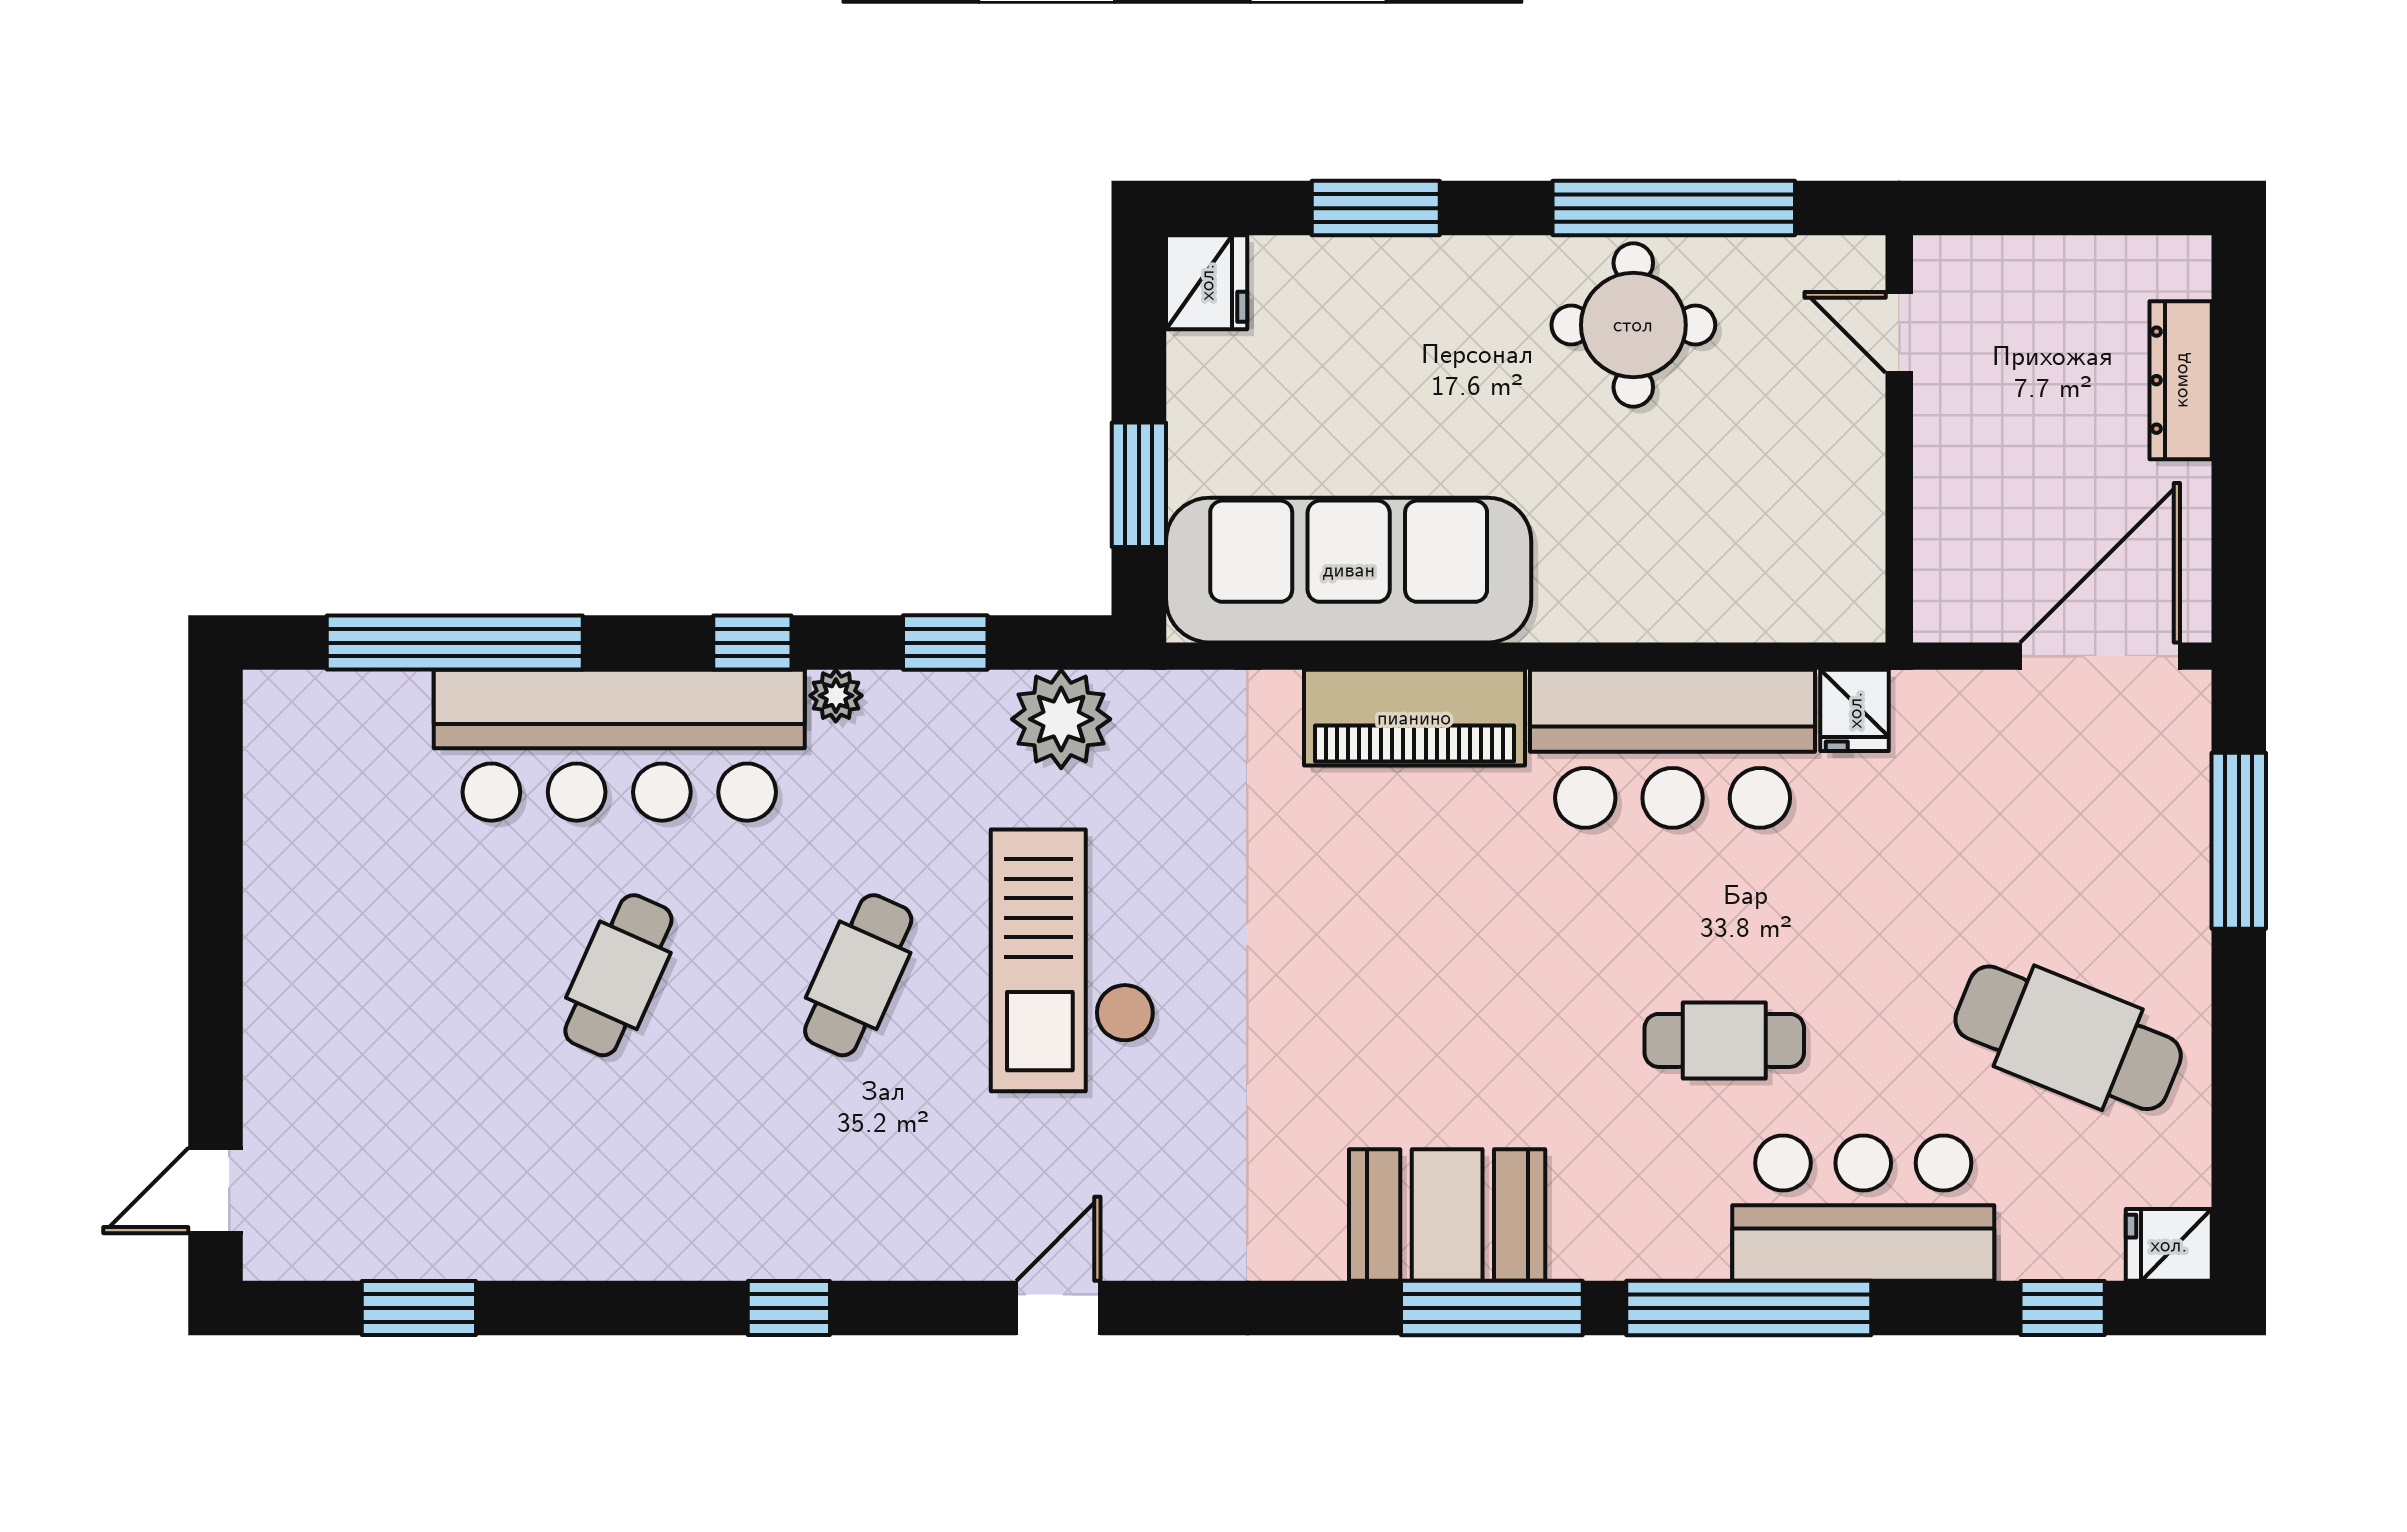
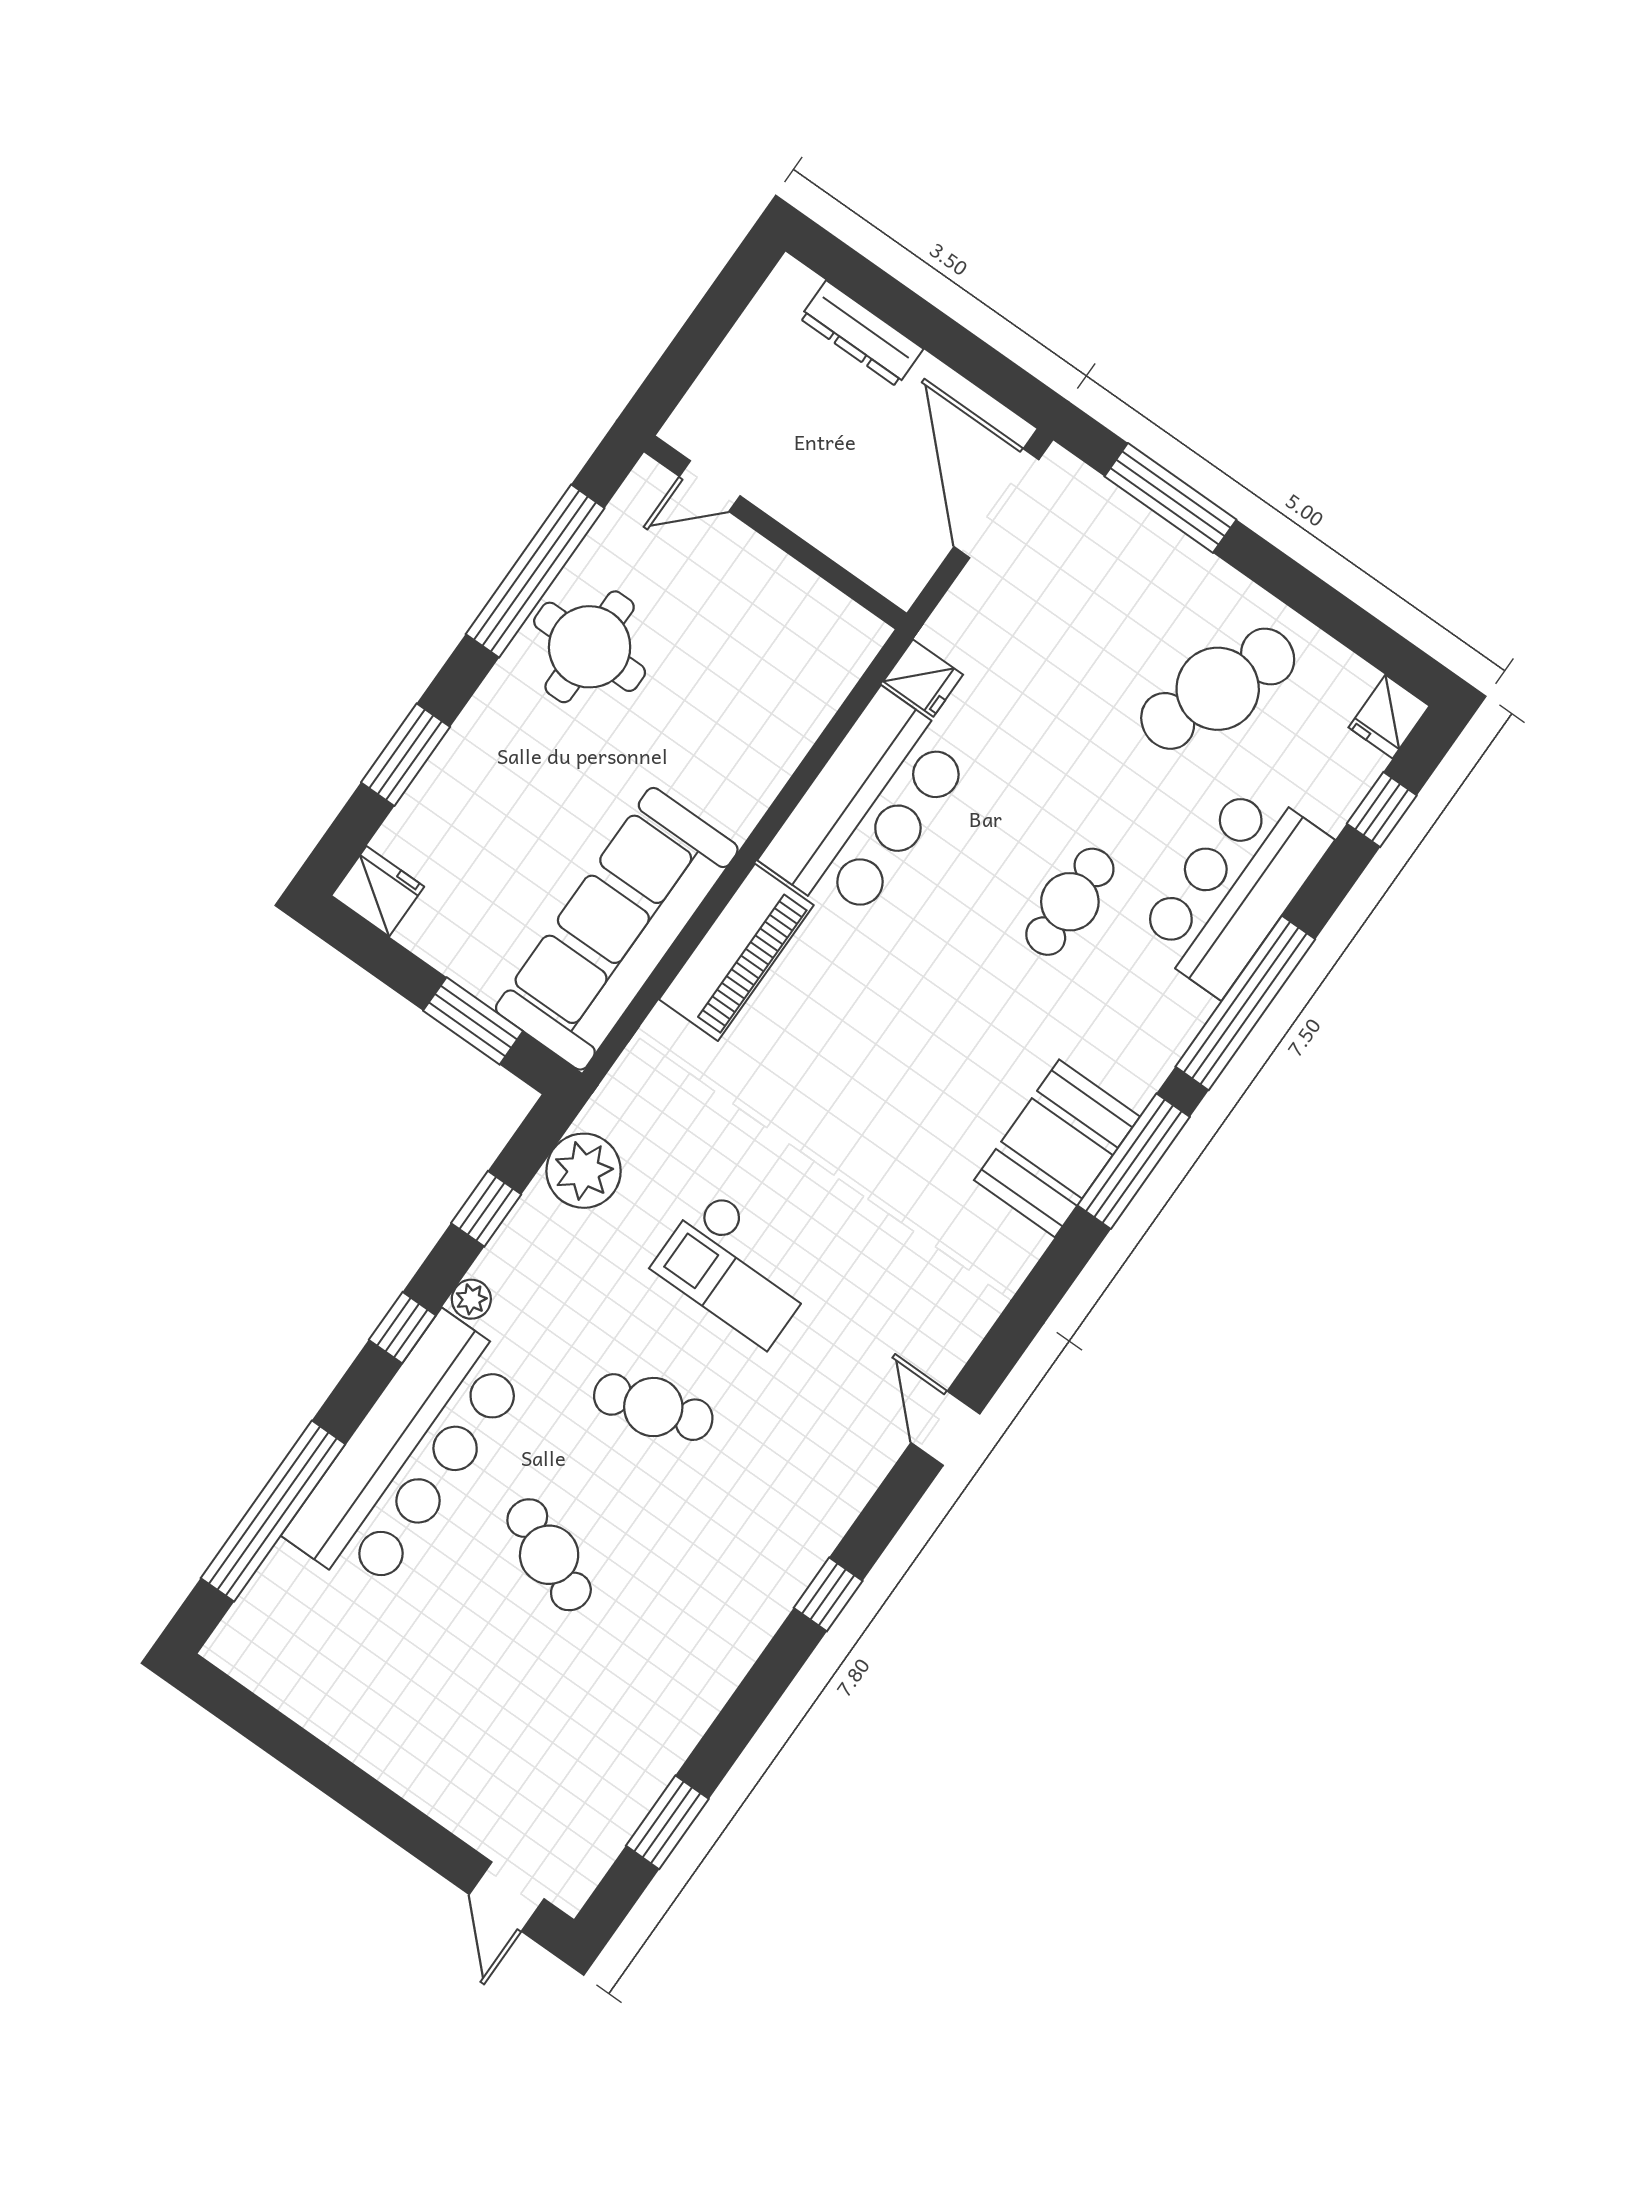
checkout: (1073, 960) -> (737, 1268), width x0.73, depth x0.83
cafe table: (858, 975) -> (653, 1407), turned -42

